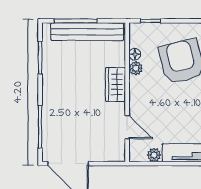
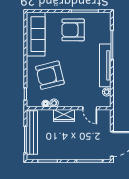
door: (127, 127) -> (90, 108), swing flipped

